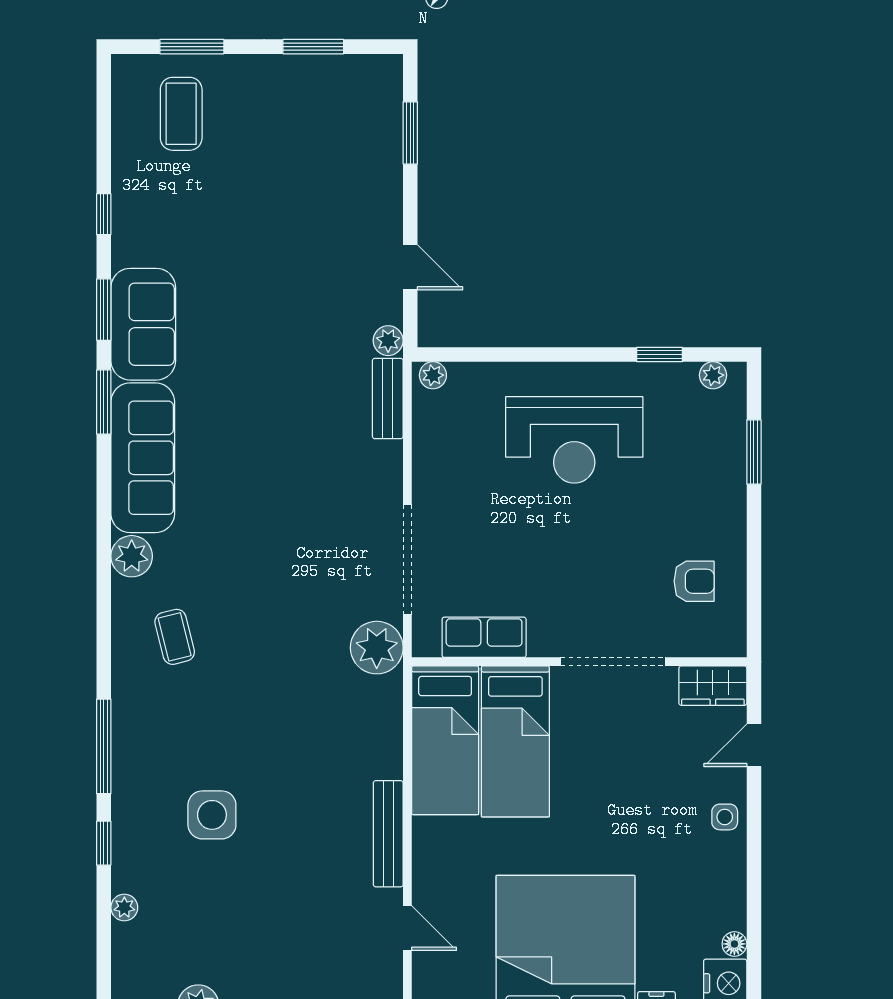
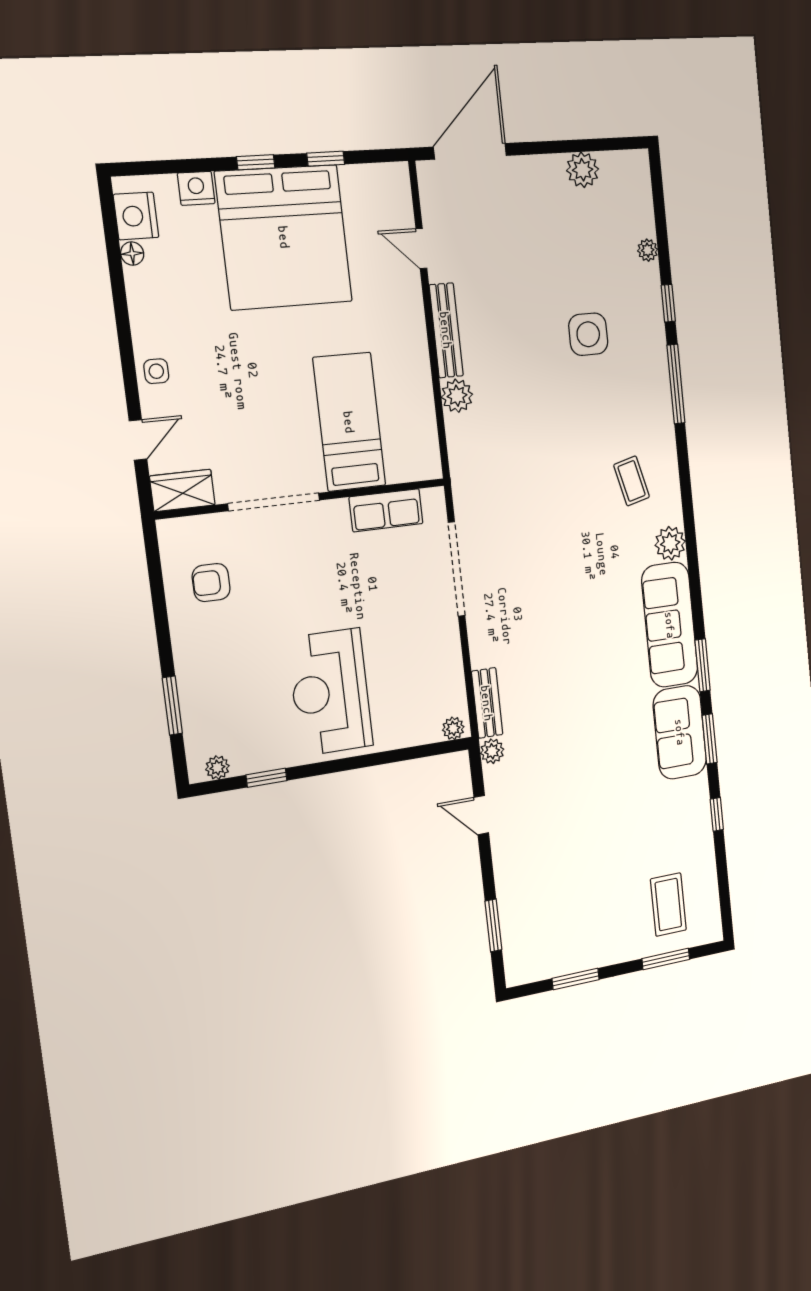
reception desk: (574, 440) -> (330, 692), turned -90
plant: (377, 648) -> (457, 396), moved, width x0.73, depth x0.73
bed: (445, 740) -> (408, 417), removed

